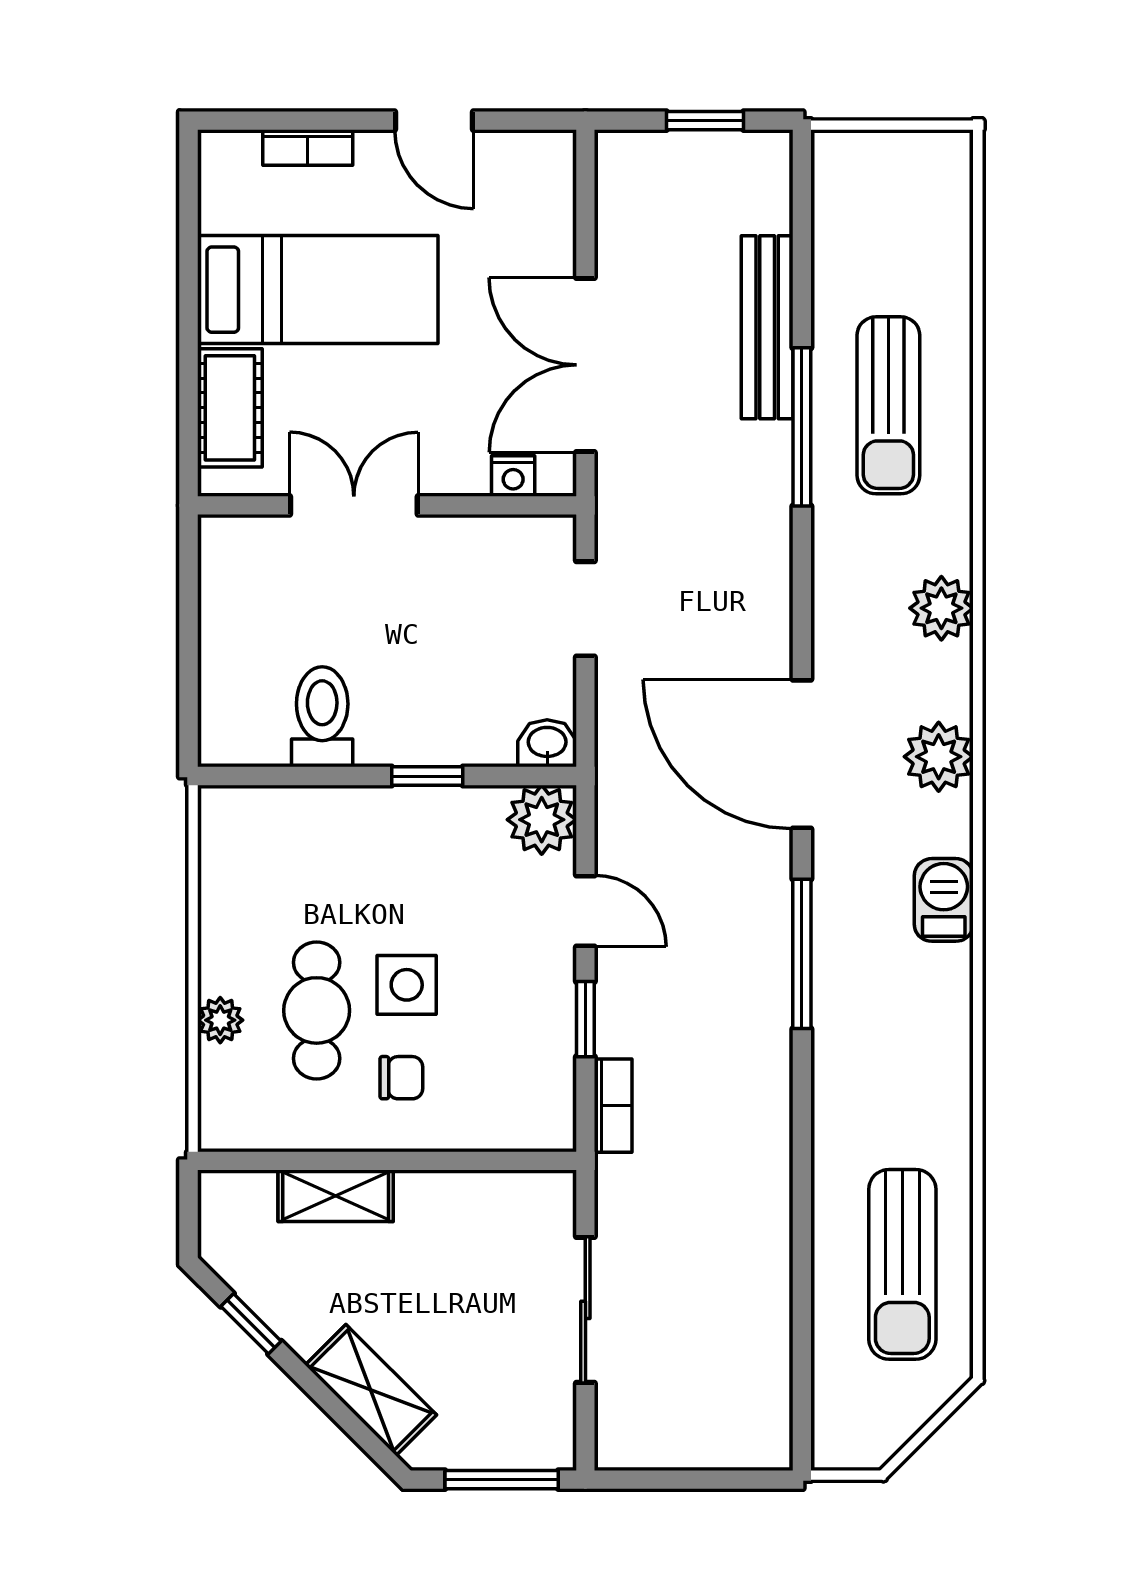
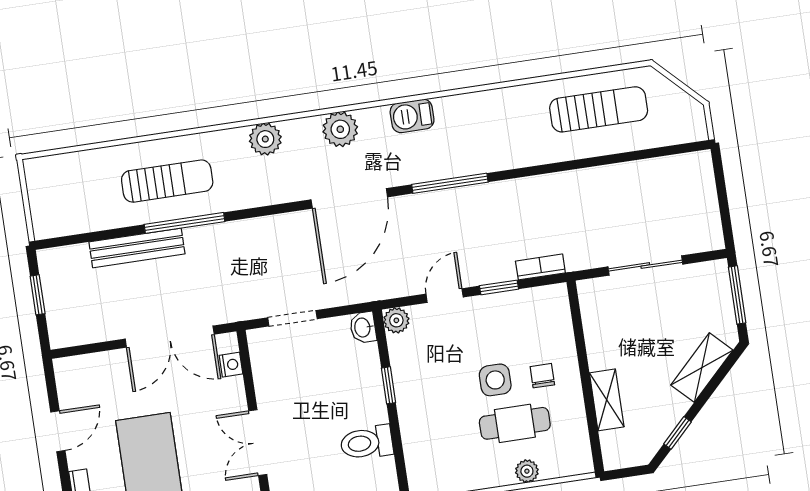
plant: (542, 820) -> (396, 320), width x0.73, depth x0.73

